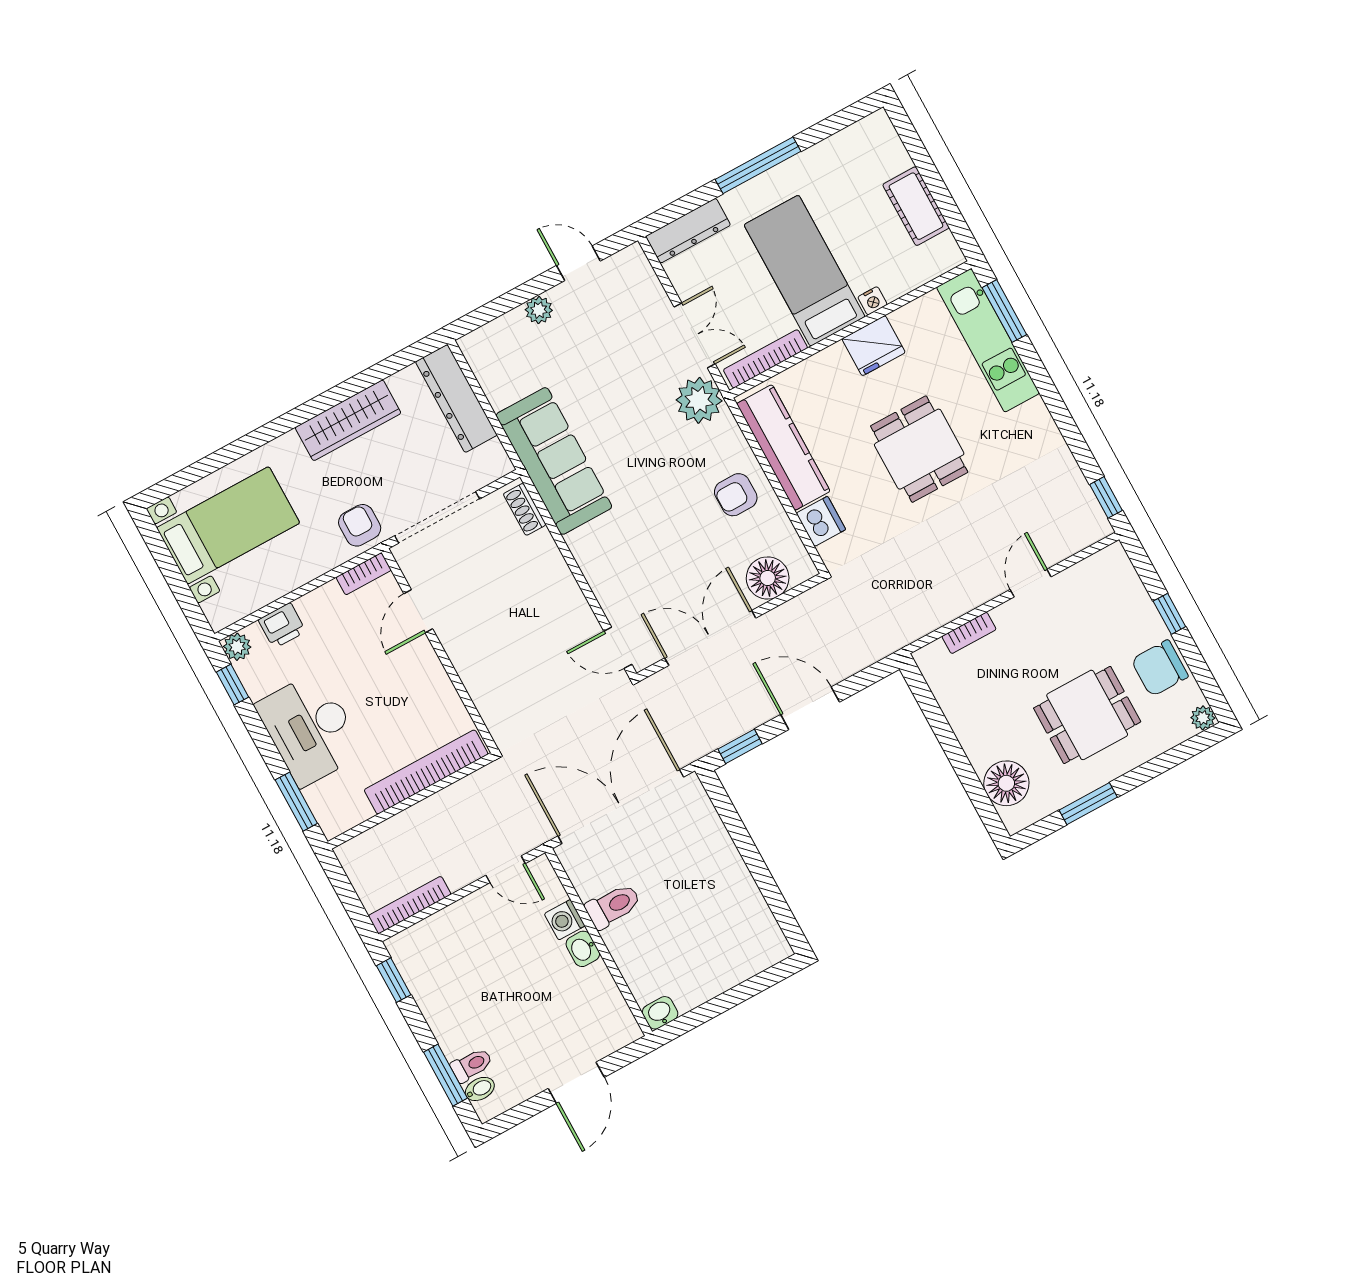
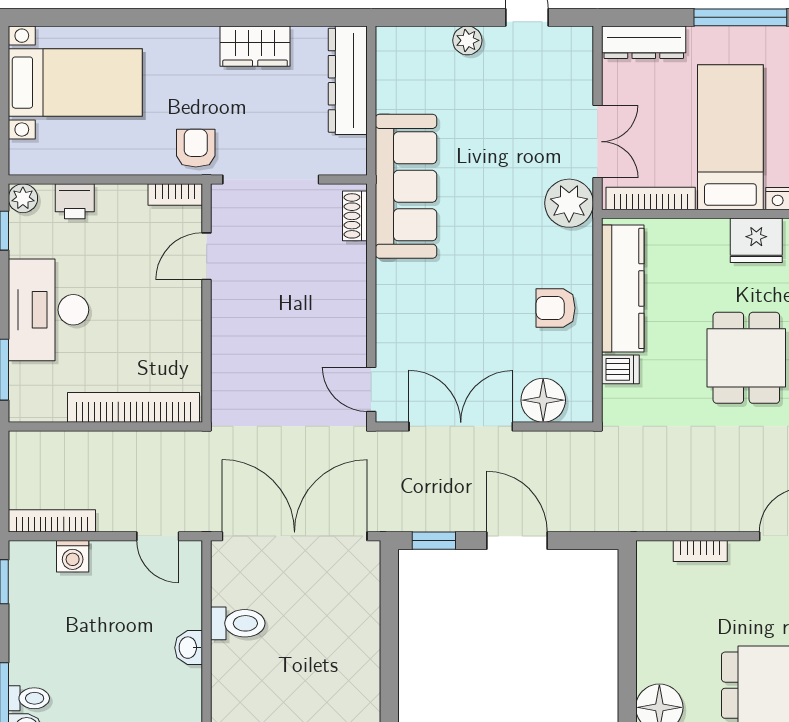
wardrobe: (348, 420) -> (255, 46), width x0.67
dishwasher: (821, 521) -> (620, 369), width x0.73
washing machine: (565, 920) -> (73, 556), moved, turned -90

